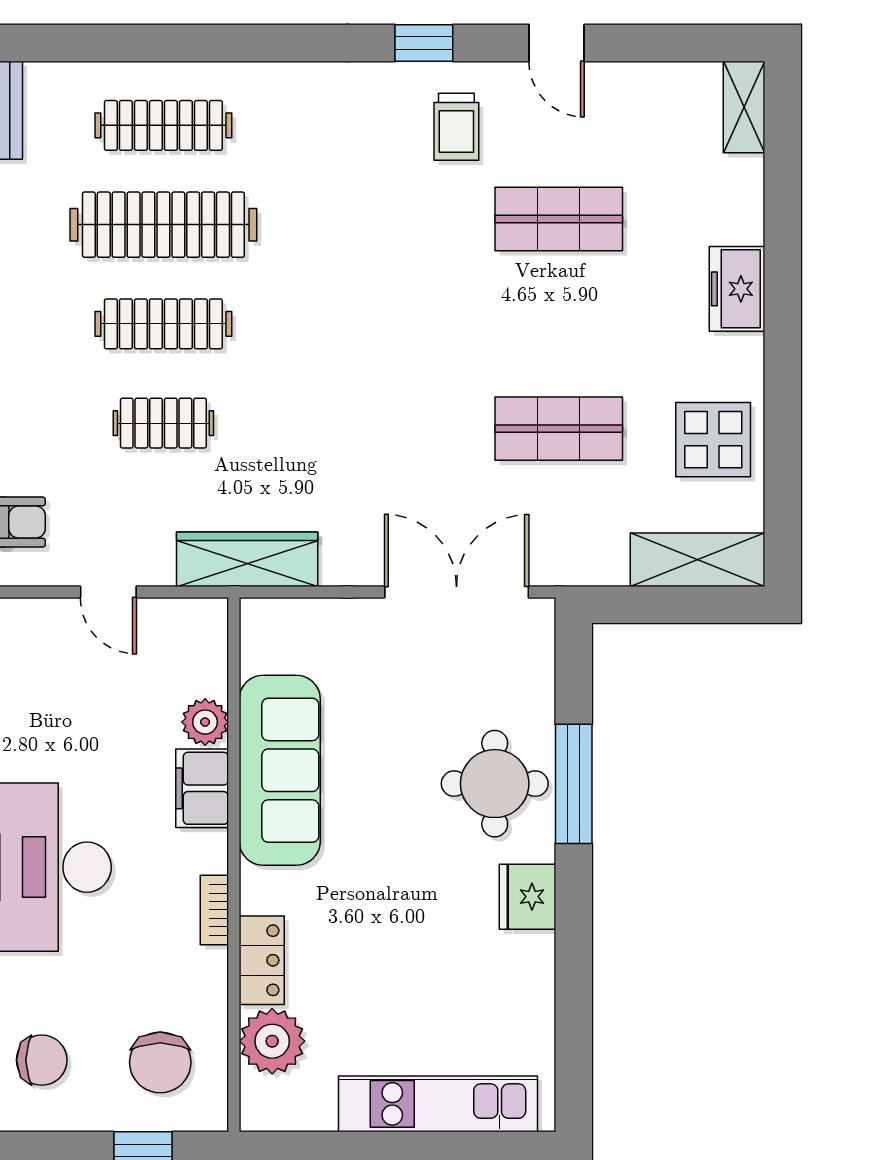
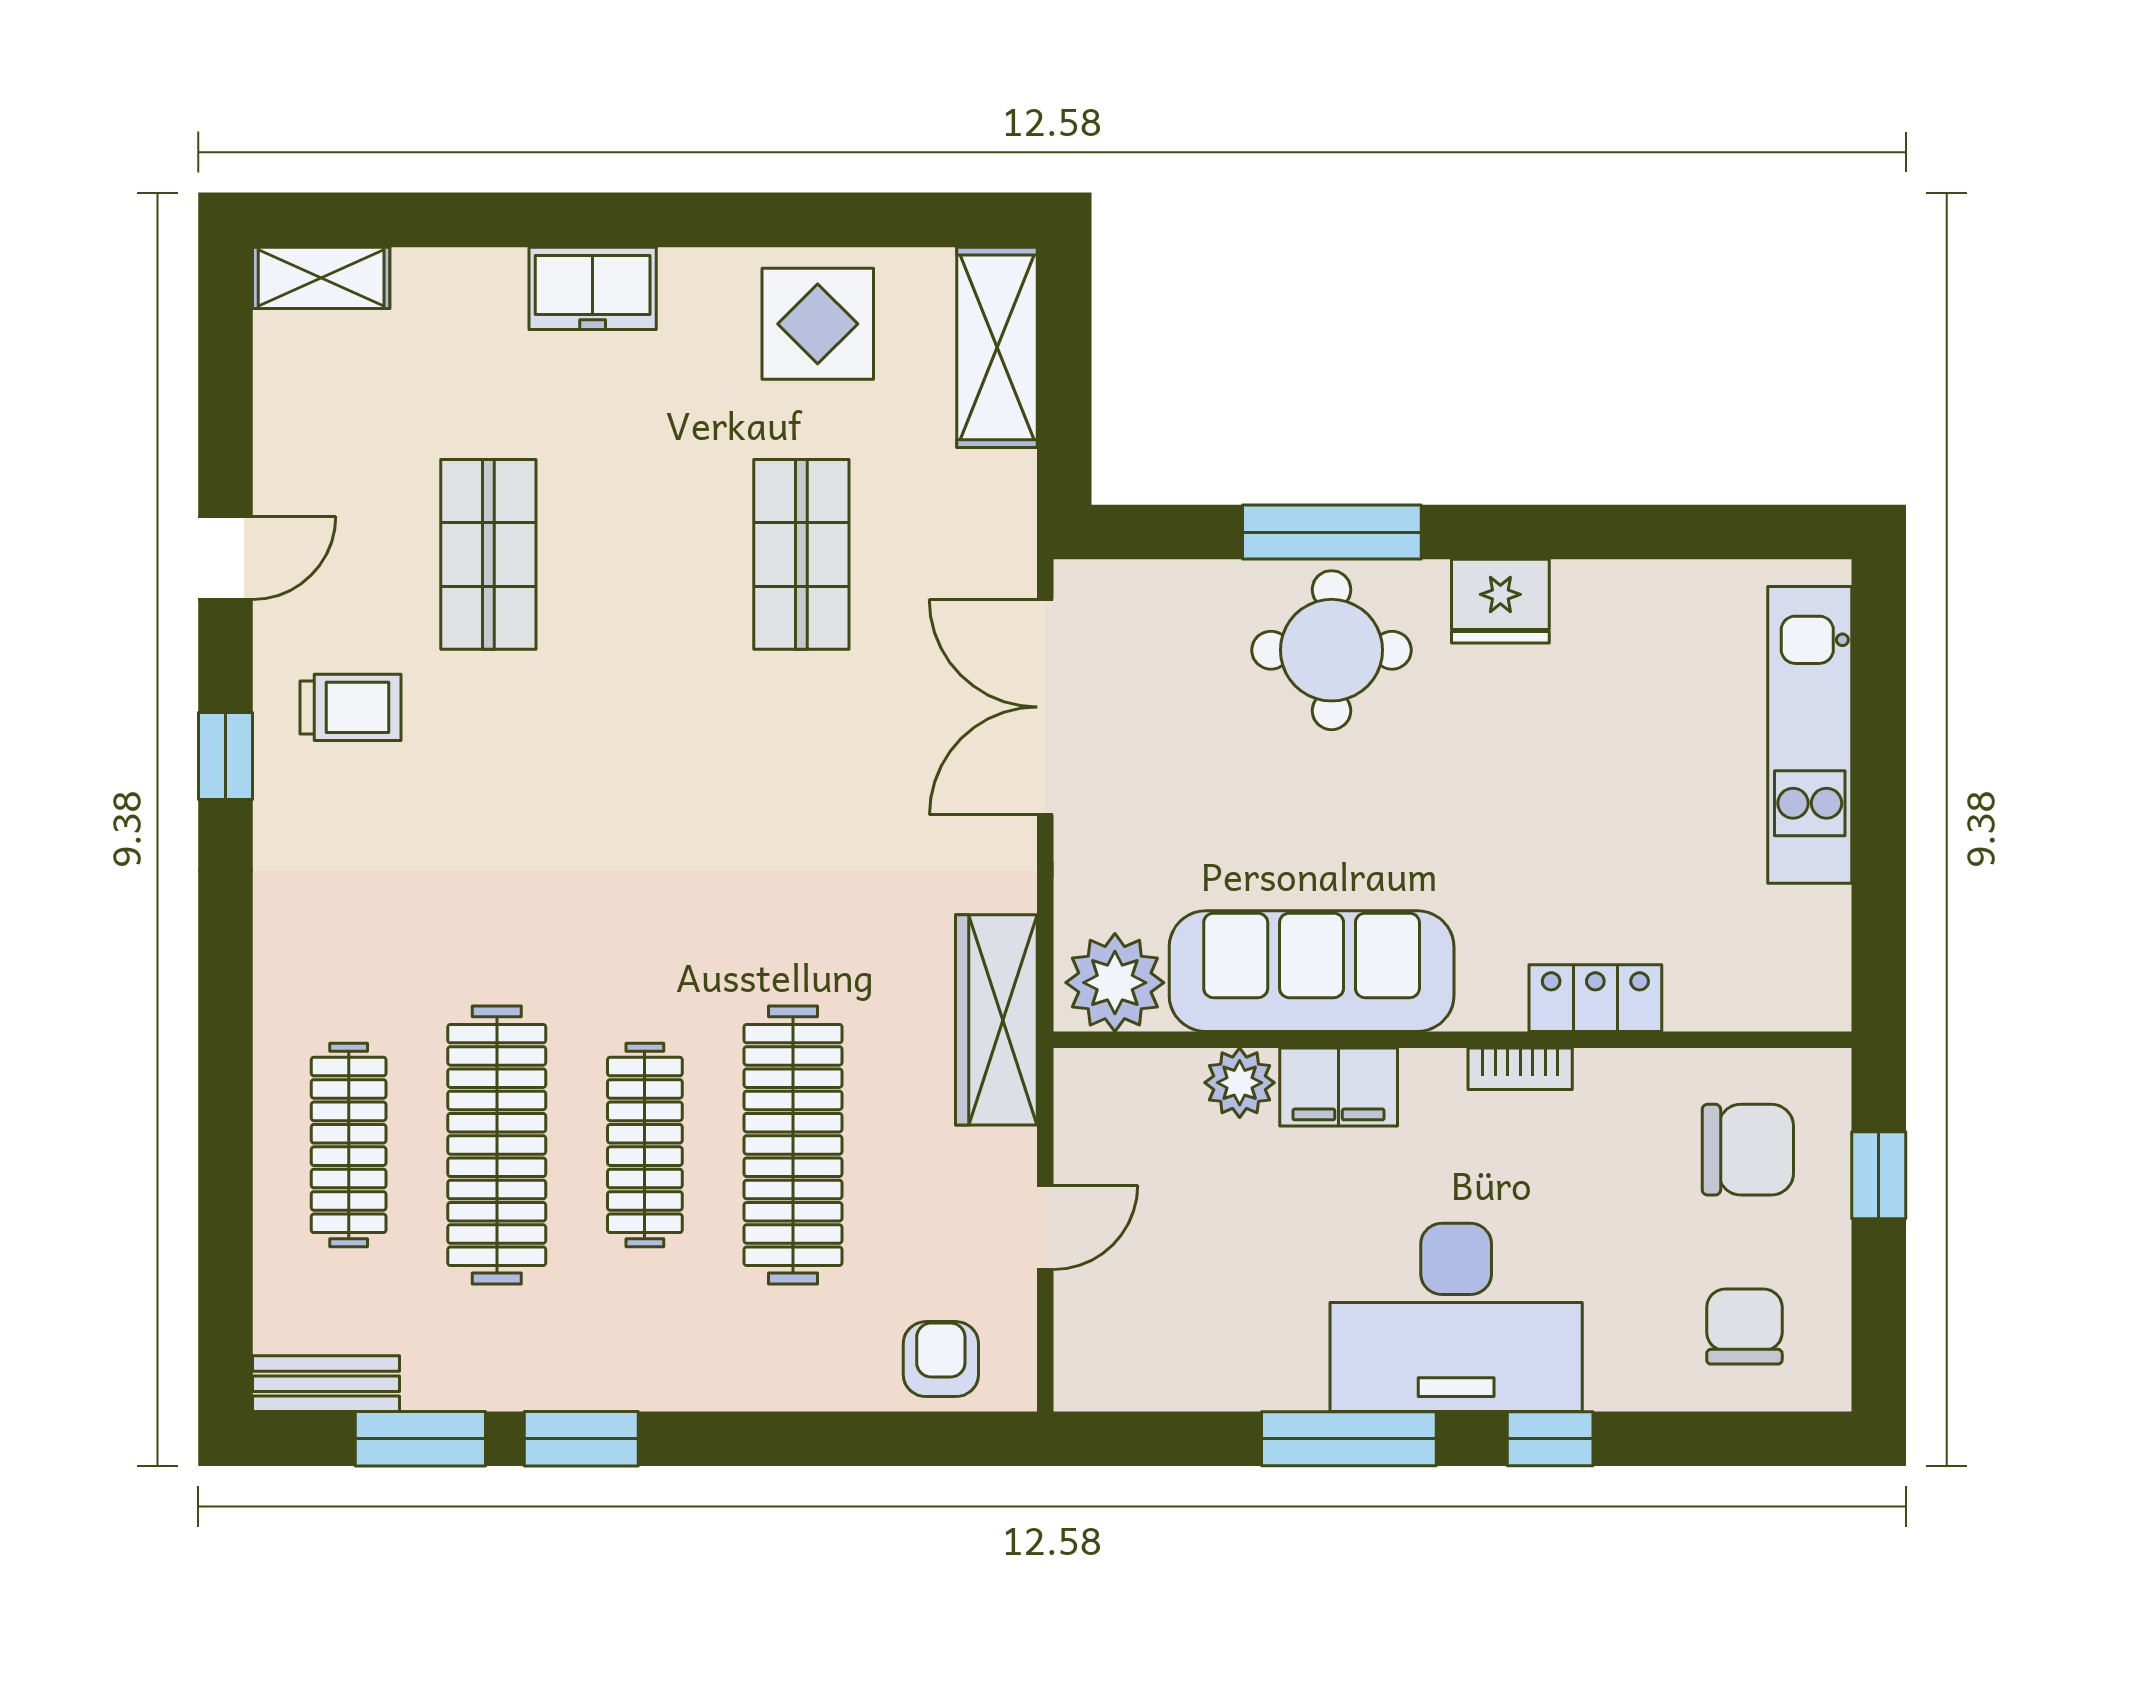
clothes rail: (163, 423) -> (793, 1145), width x1.86, depth x1.31
plant: (272, 1041) -> (1115, 983), moved

